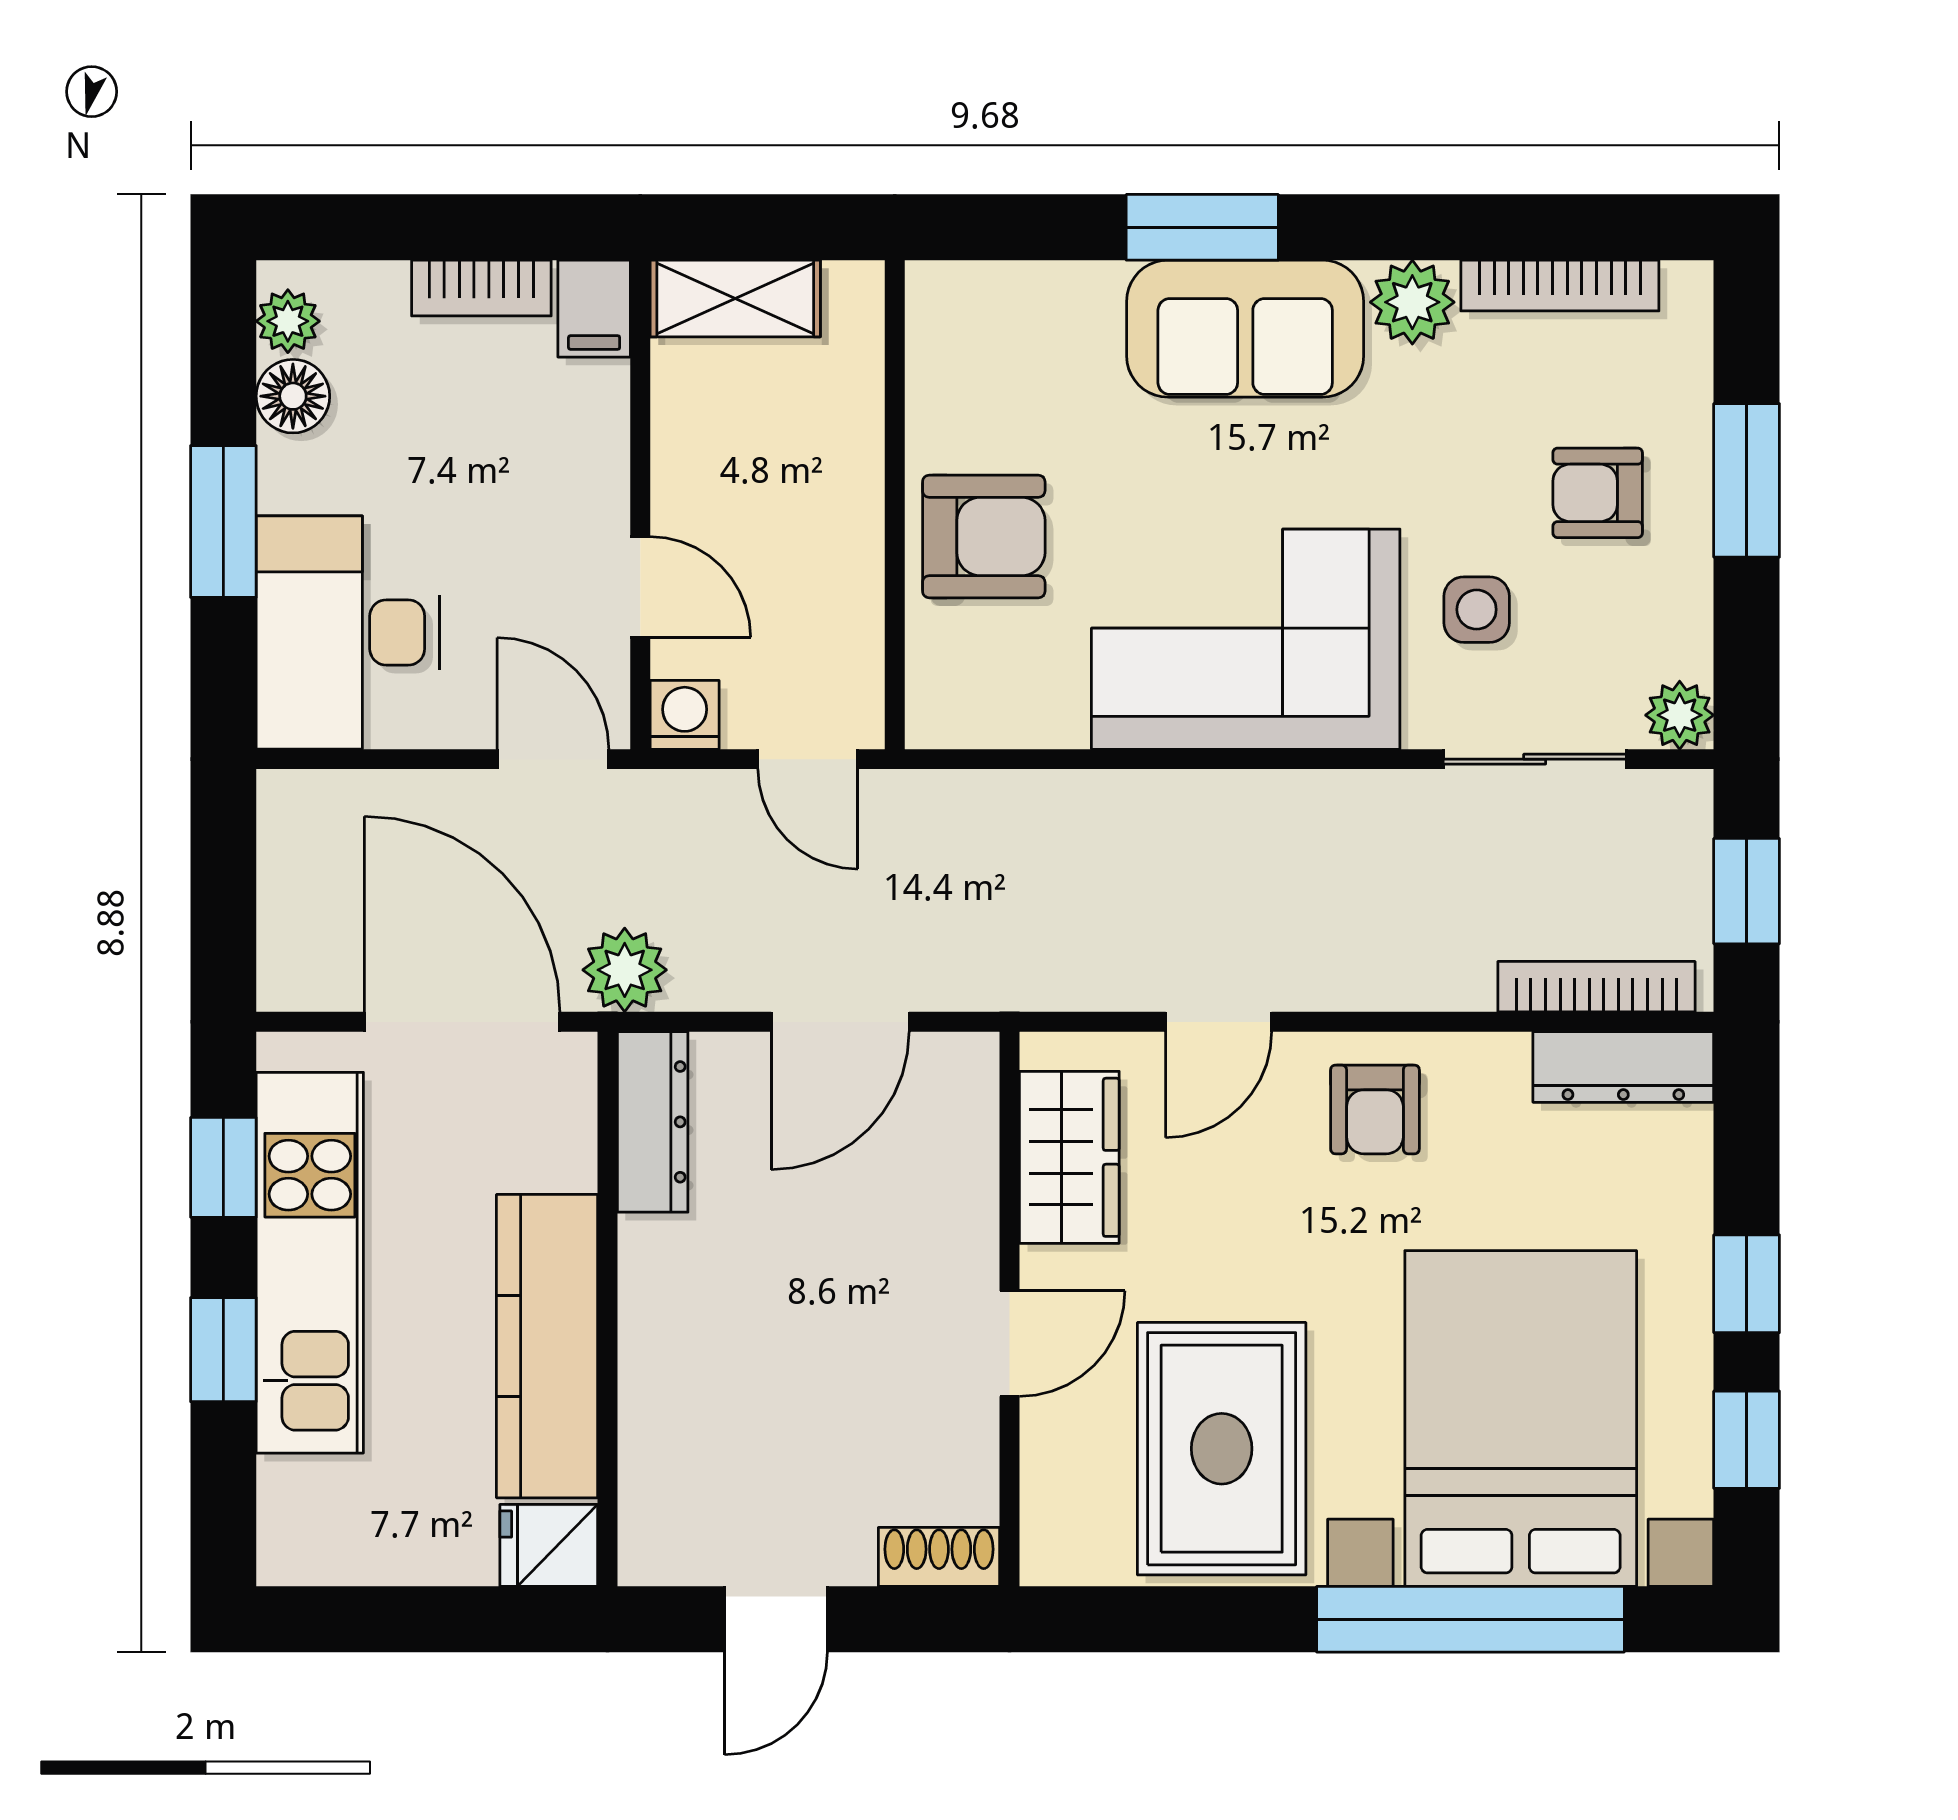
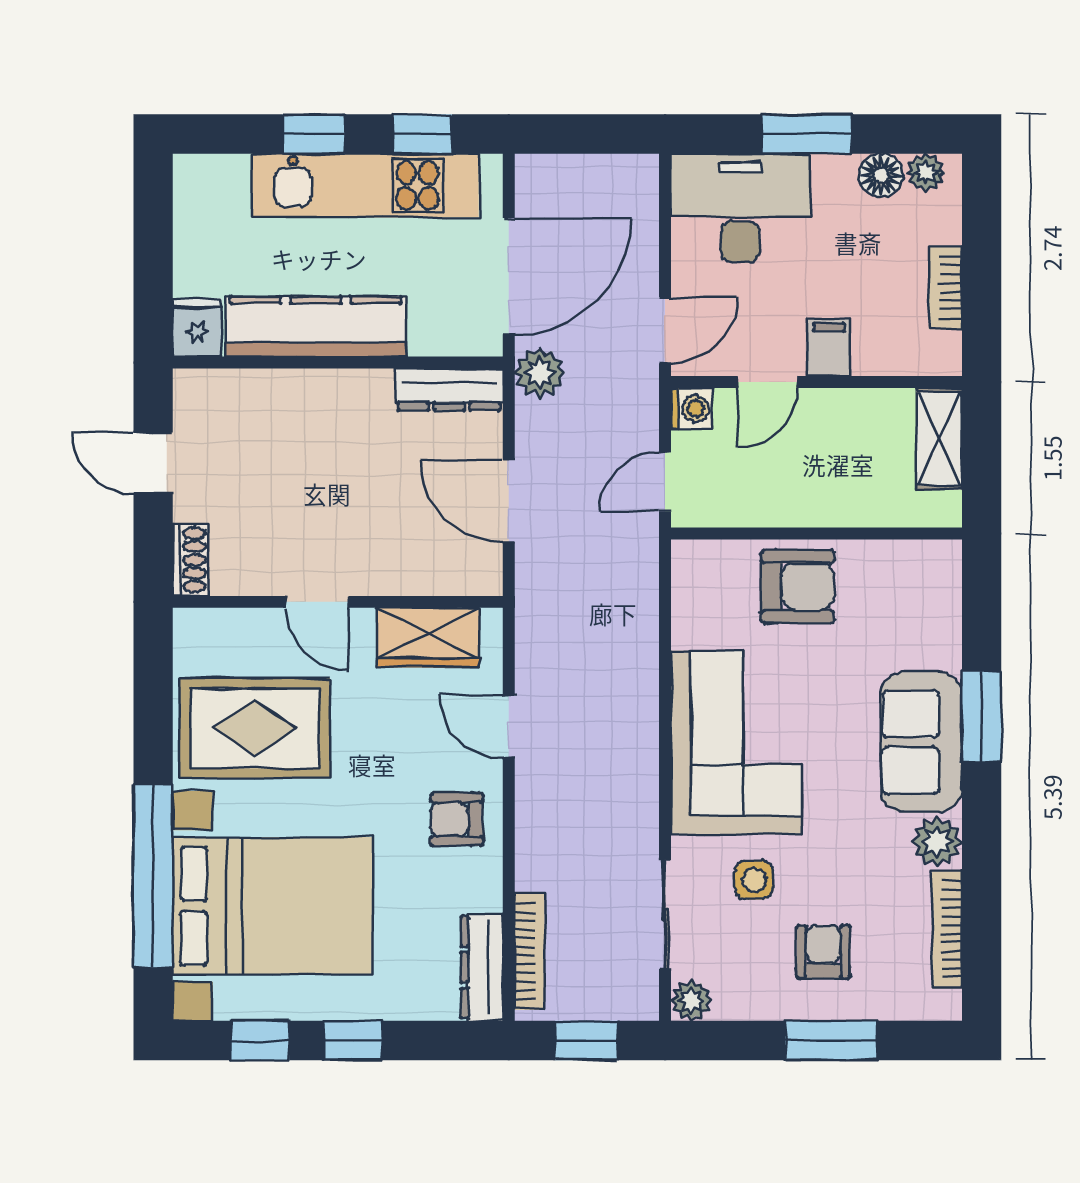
filing cabinet: (594, 309) -> (829, 347), moved, turned 90
armchair: (984, 536) -> (798, 587), turned -90

